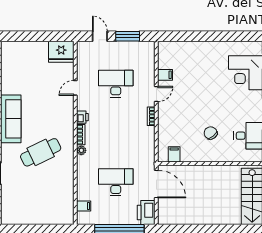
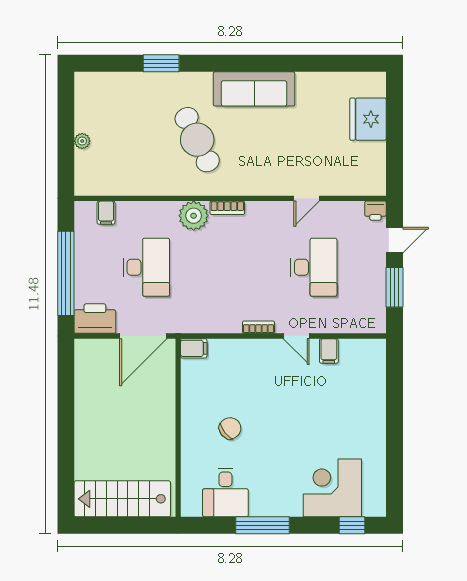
fridge: (61, 52) -> (368, 119), moved
door: (75, 88) -> (307, 198), swing flipped
printer: (82, 117) -> (375, 211), moved
plant: (81, 150) -> (194, 216), width x1.88, depth x1.88
filing cabinet: (174, 154) -> (194, 348), moved
plant: (41, 220) -> (82, 141), added

